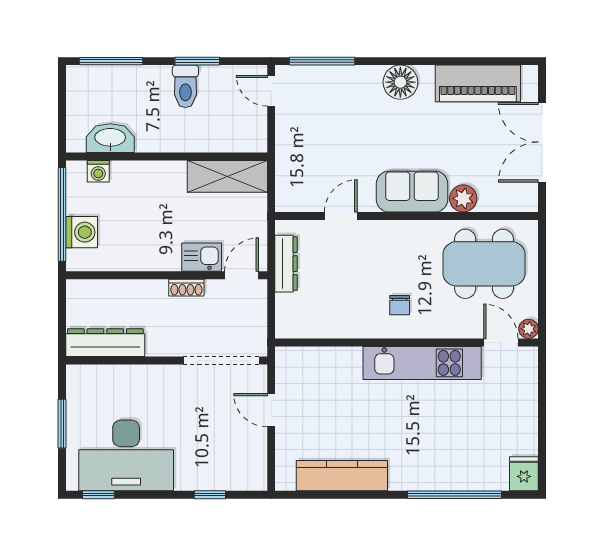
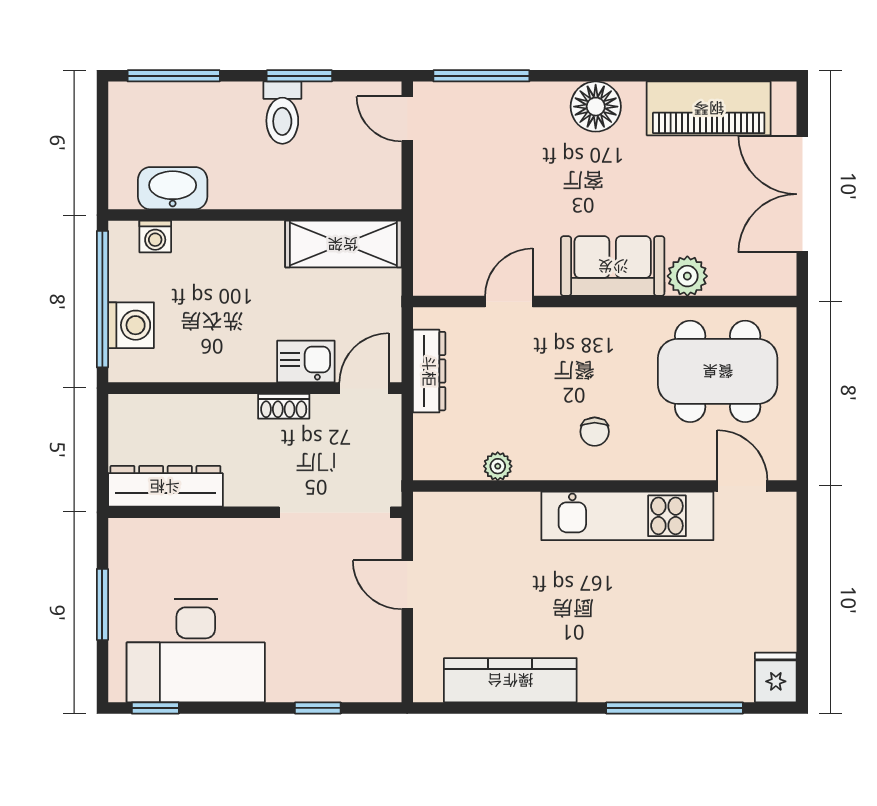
plant: (529, 329) -> (498, 466), moved

